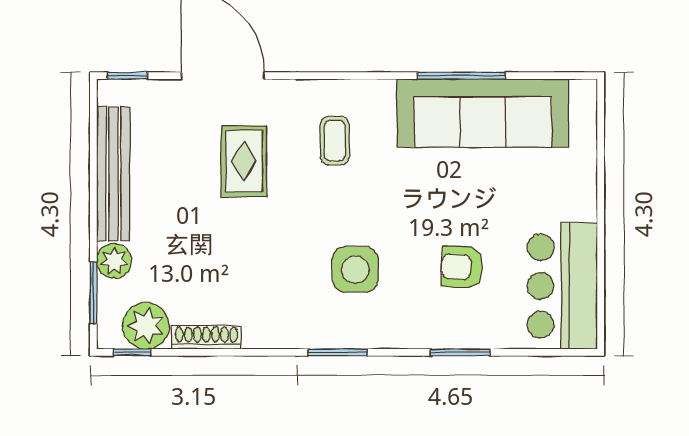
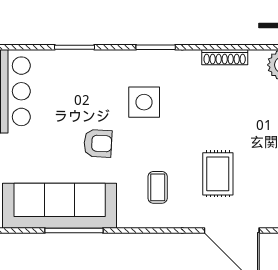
armchair: (462, 267) -> (98, 143), moved
shoe rack: (206, 337) -> (225, 57), moved

